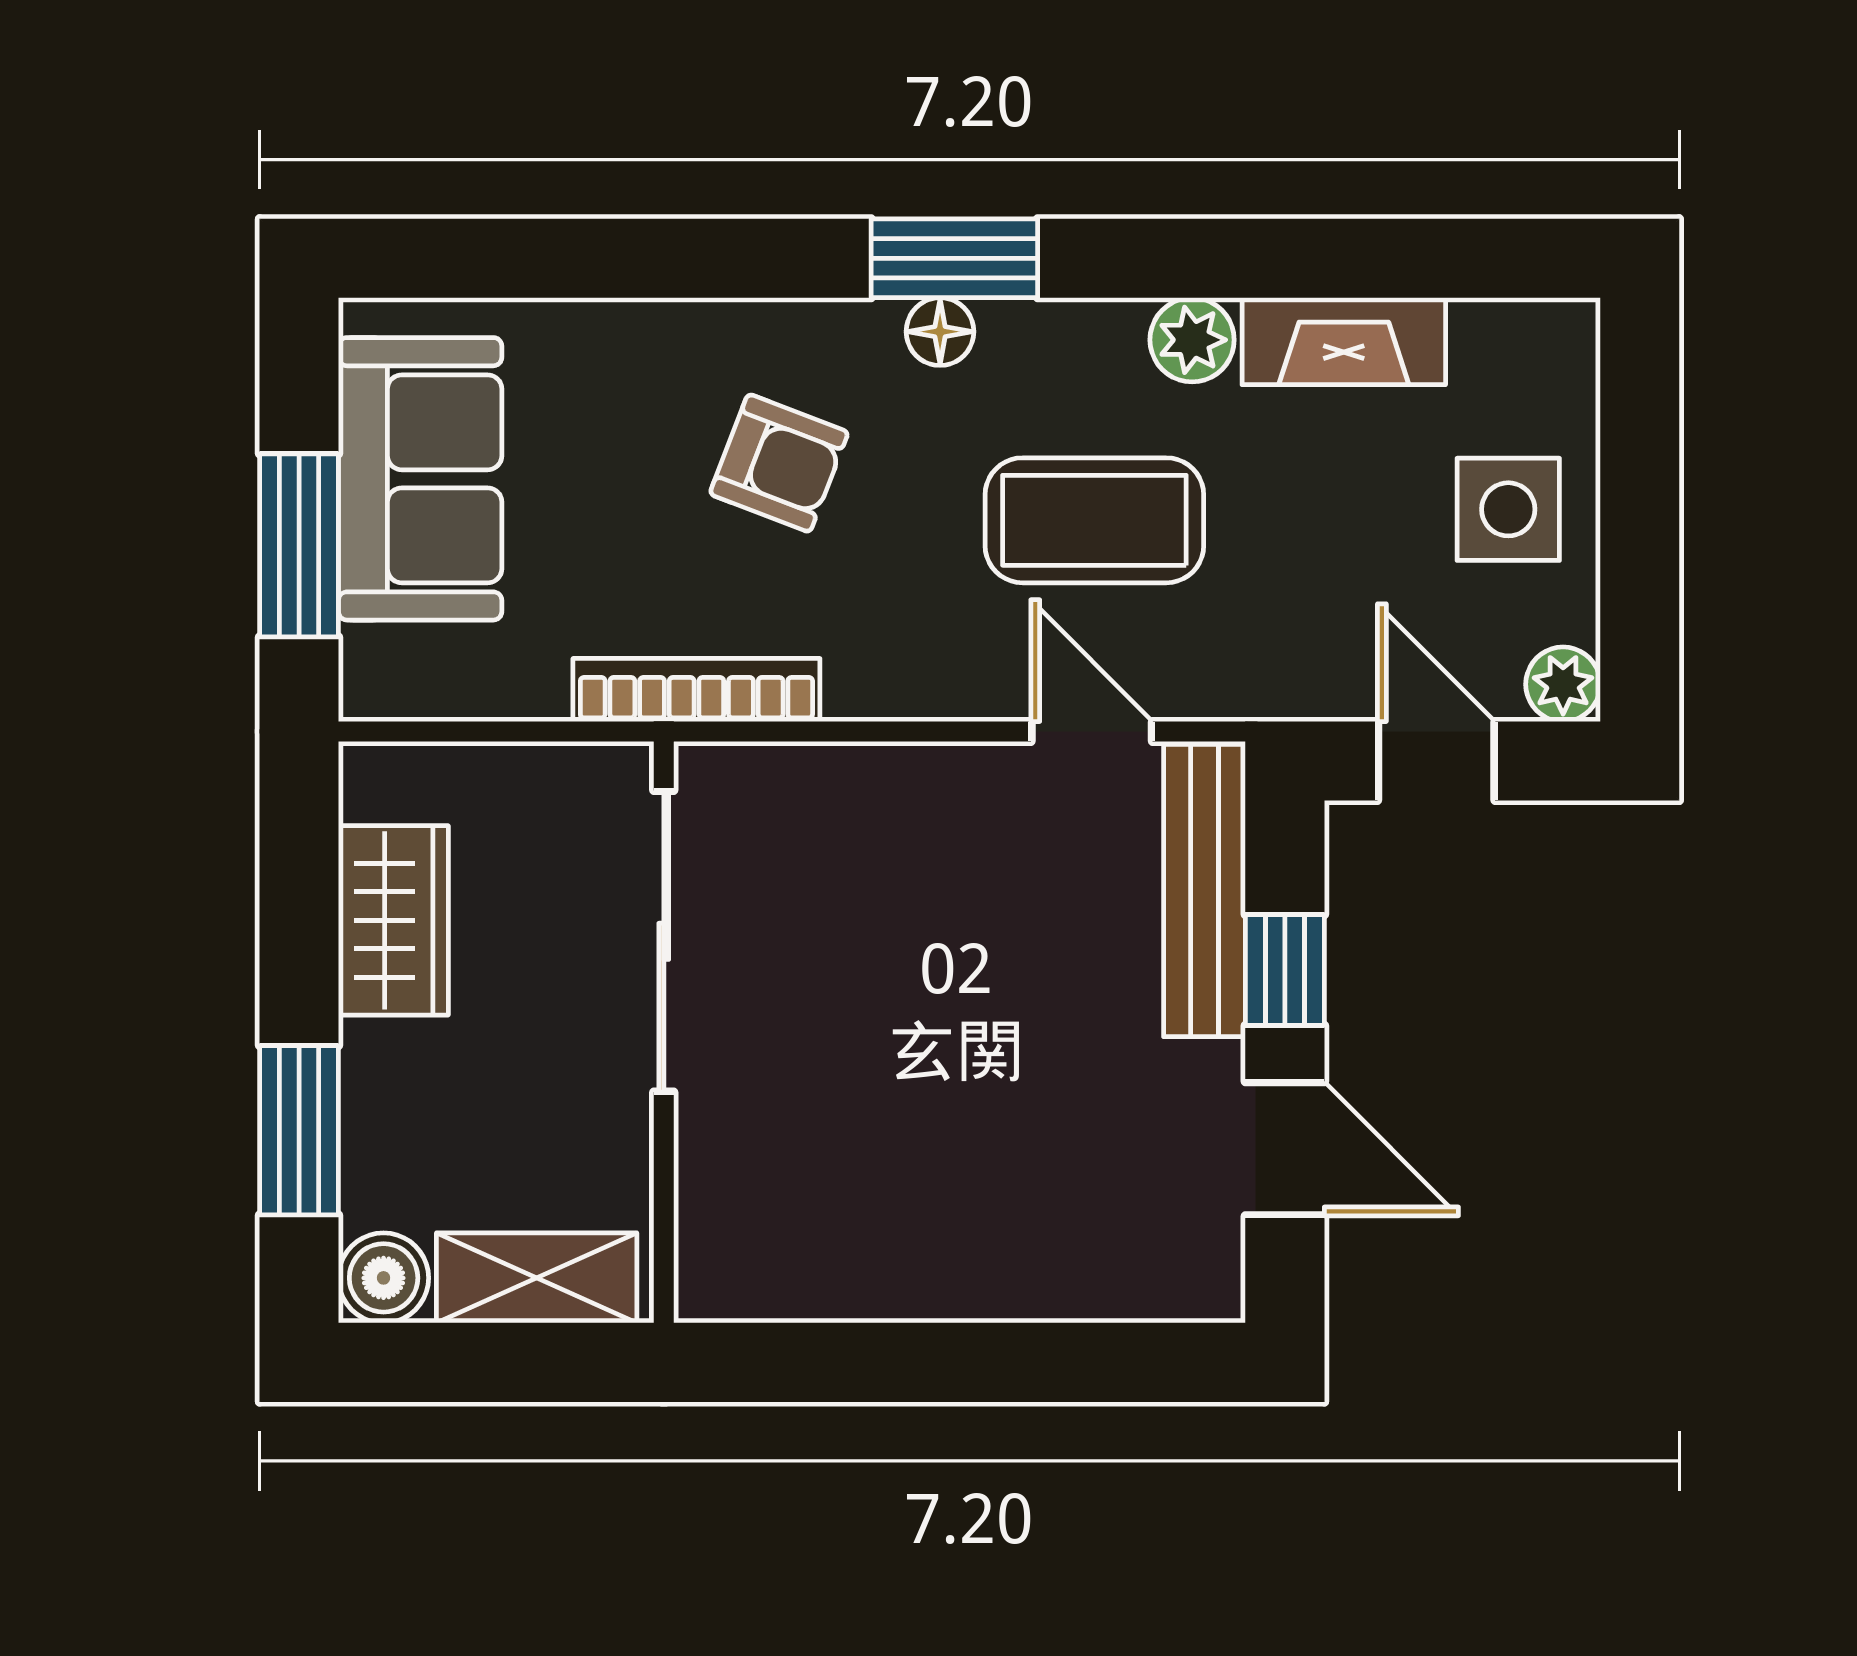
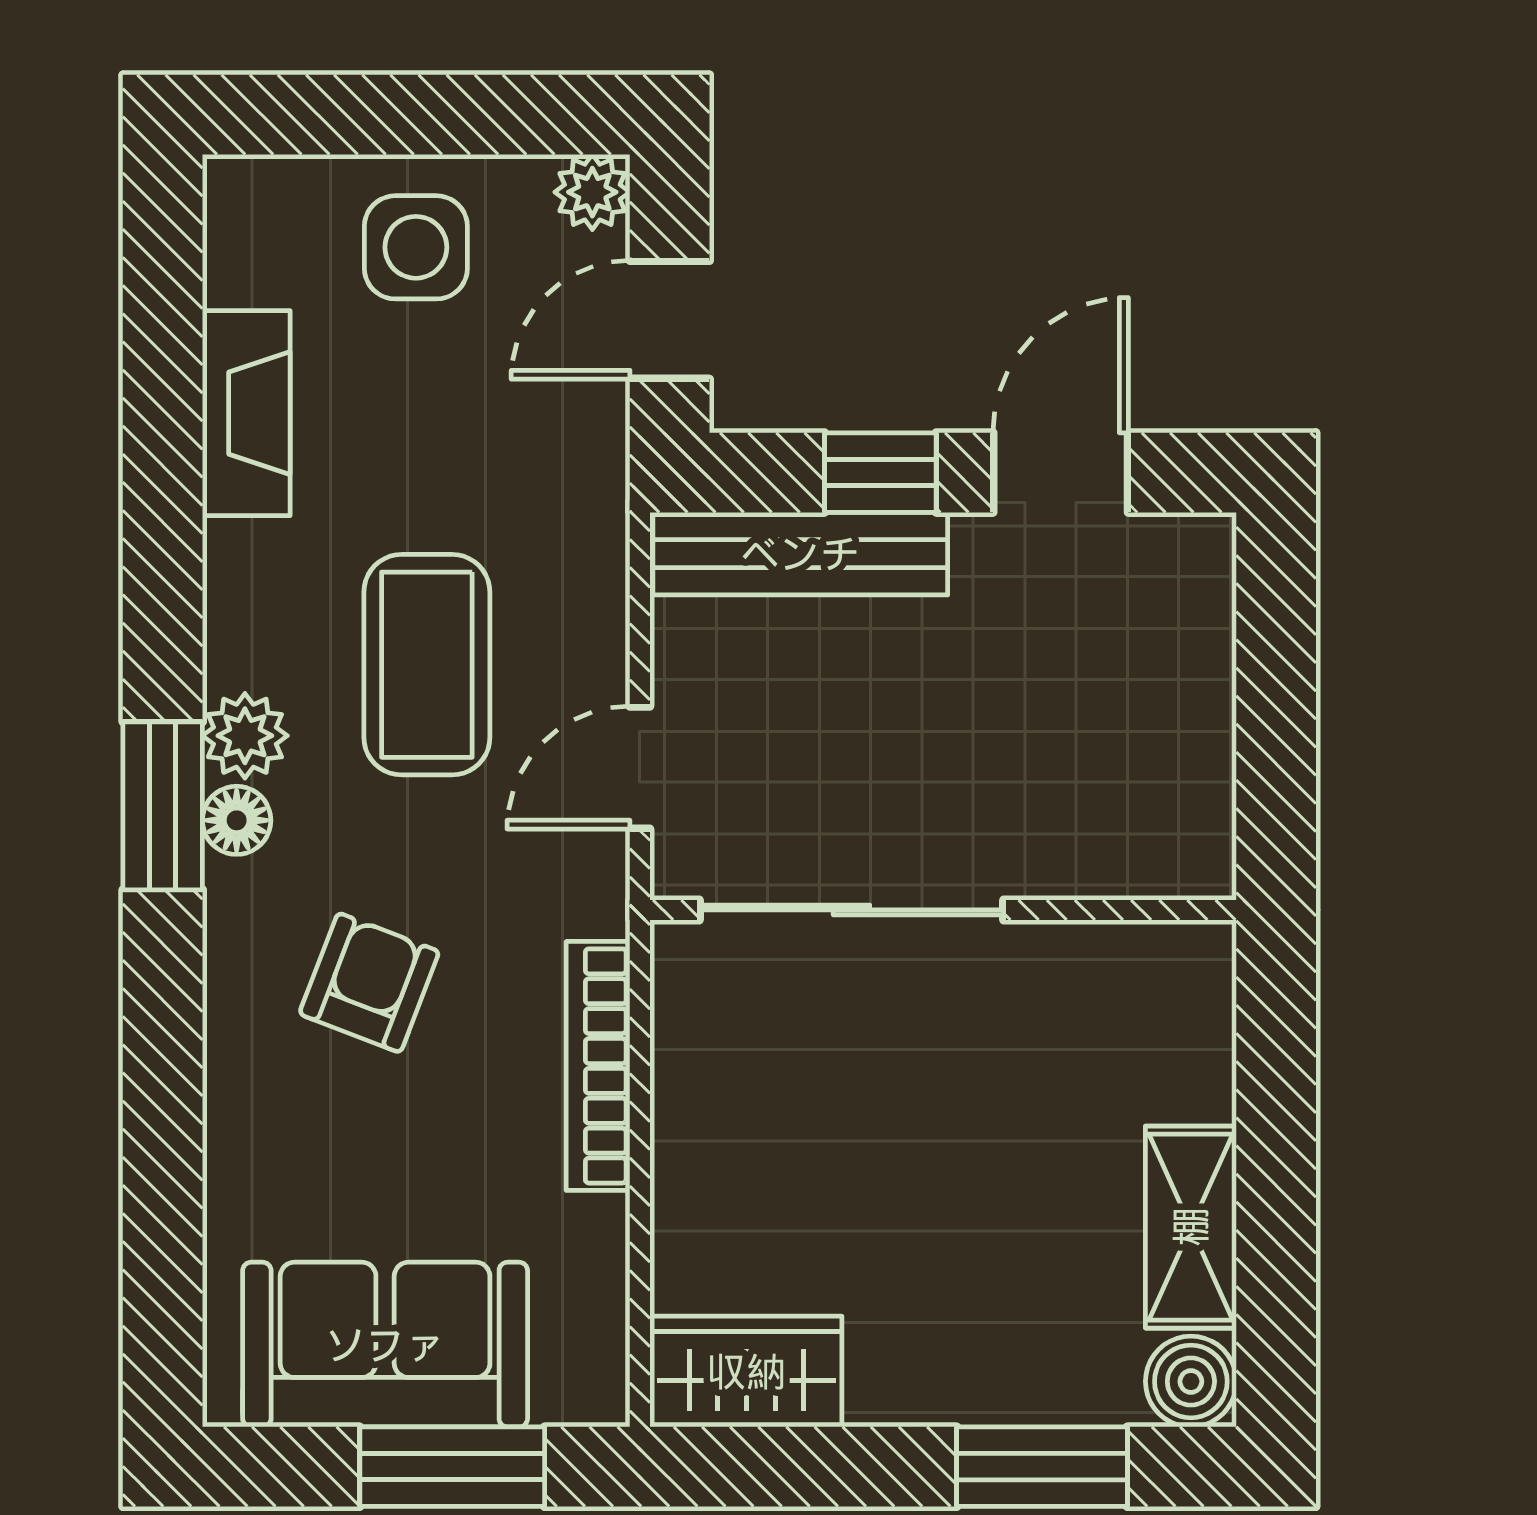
plant: (1192, 340) -> (245, 736), moved
door: (1092, 731) -> (640, 768), moved
wardrobe: (393, 920) -> (746, 1372), moved
sliding door: (664, 941) -> (851, 910), moved
wall: (664, 1032) -> (943, 910), moved

